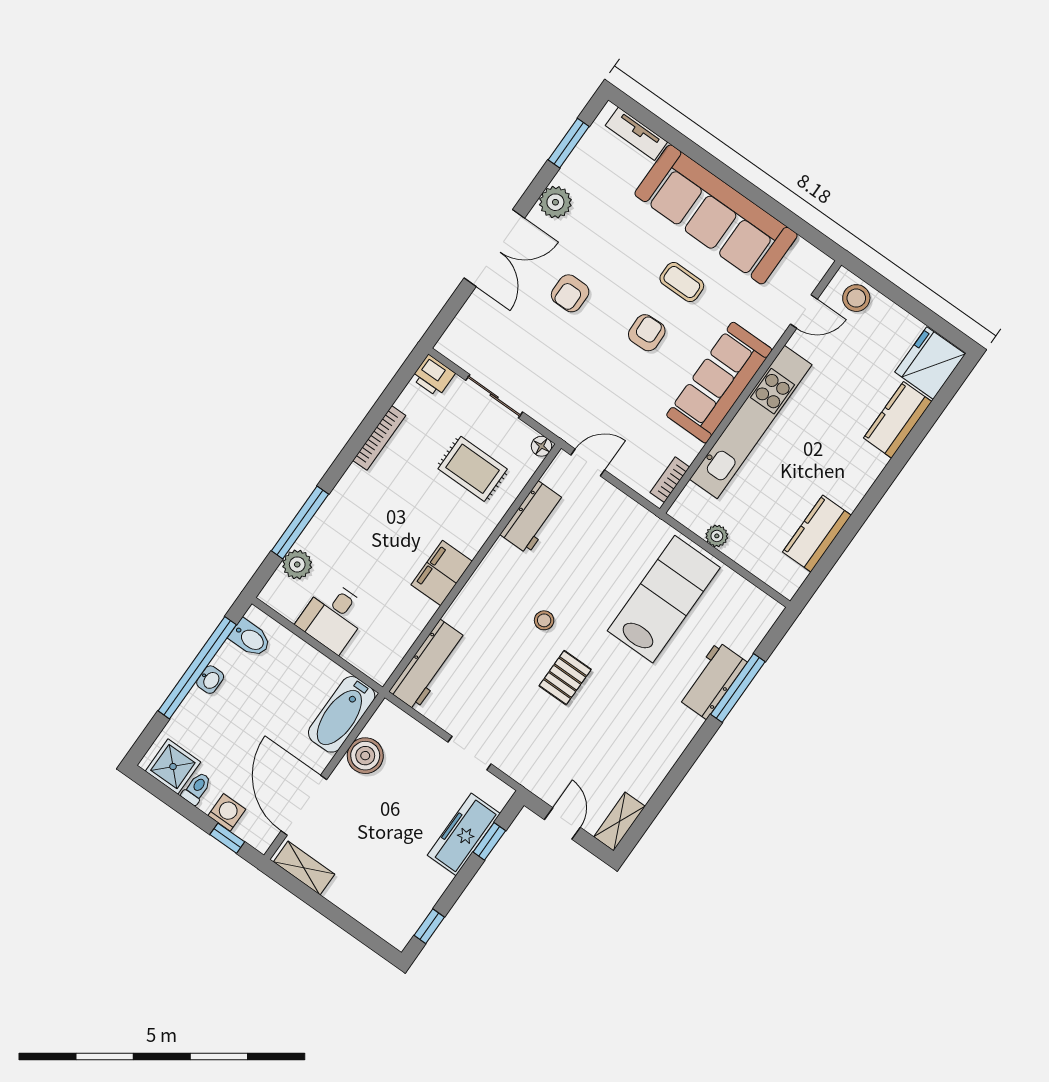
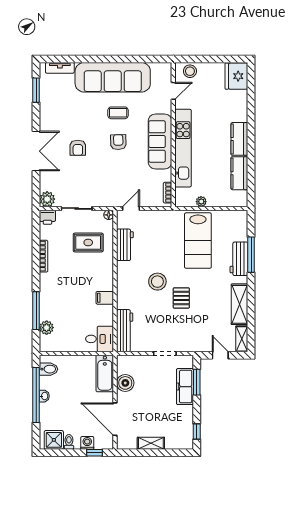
plant: (555, 202) -> (47, 199), moved
kitchen counter: (898, 420) -> (239, 139), moved
filing cabinet: (442, 573) -> (105, 298), width x0.50
lab bench: (664, 599) -> (198, 241), turned 180
desk: (333, 617) -> (100, 339), moved, turned -90
stool: (544, 620) -> (157, 282), width x1.89, depth x1.89
shelving: (658, 759) -> (239, 304), added
window: (489, 841) -> (197, 382), width x1.50
shelving: (304, 868) -> (151, 443), moved

